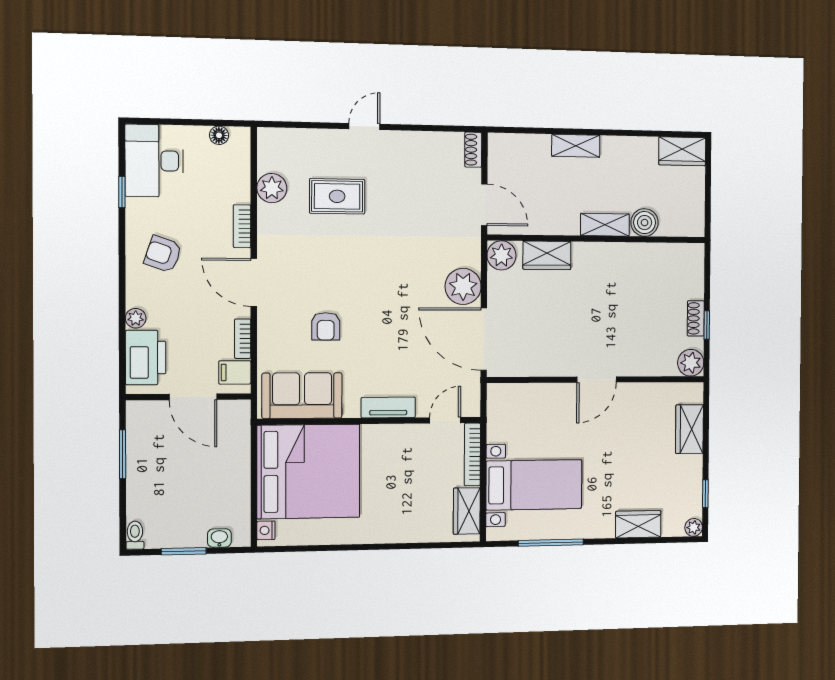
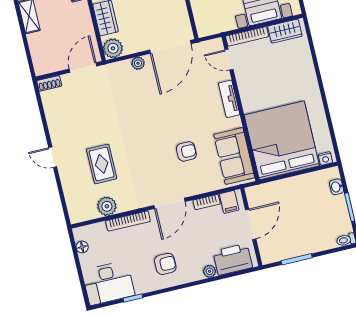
bookcase: (242, 226) -> (128, 221), width x1.56
armchair: (163, 254) -> (165, 264), turned -109
plant: (463, 286) -> (138, 63), width x0.53, depth x0.53

